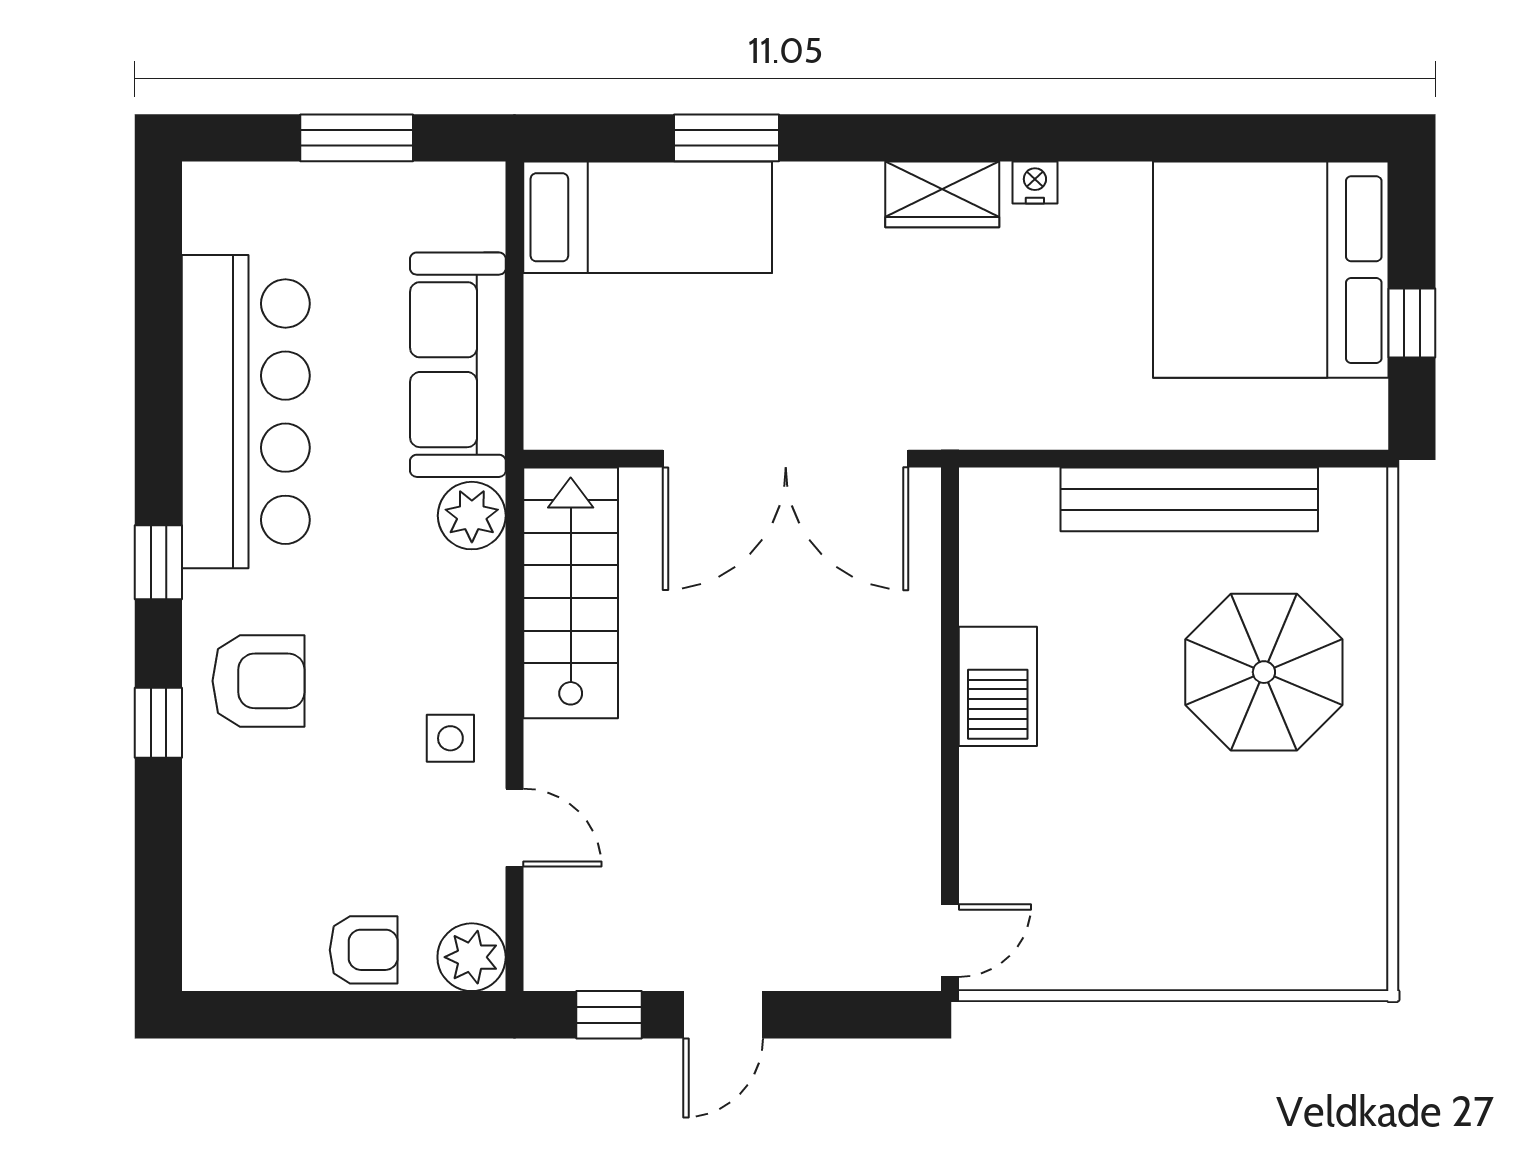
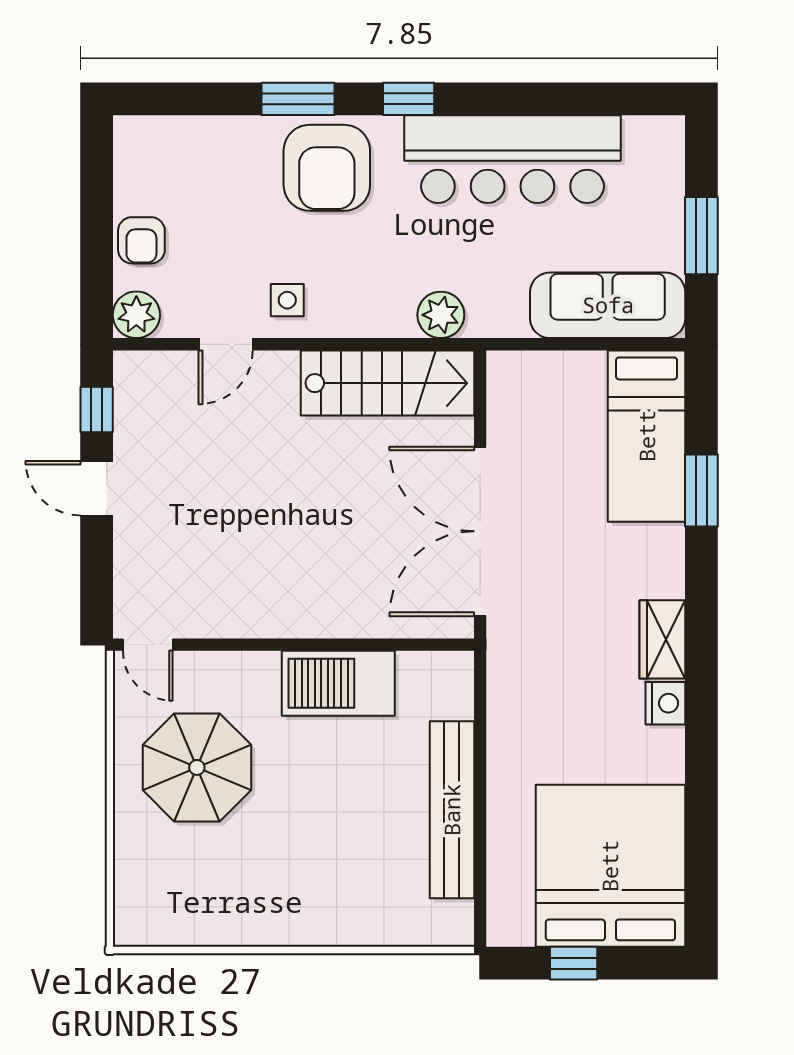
nightstand: (1035, 183) -> (665, 703), width x1.39, depth x1.35
sofa: (458, 365) -> (608, 305), moved
parasol: (1264, 672) -> (197, 767), moved
armchair: (258, 681) -> (327, 168), width x1.36, depth x1.36
barbecue: (998, 686) -> (338, 683), width x1.37, depth x1.21
window: (158, 723) -> (298, 99), width x1.50

